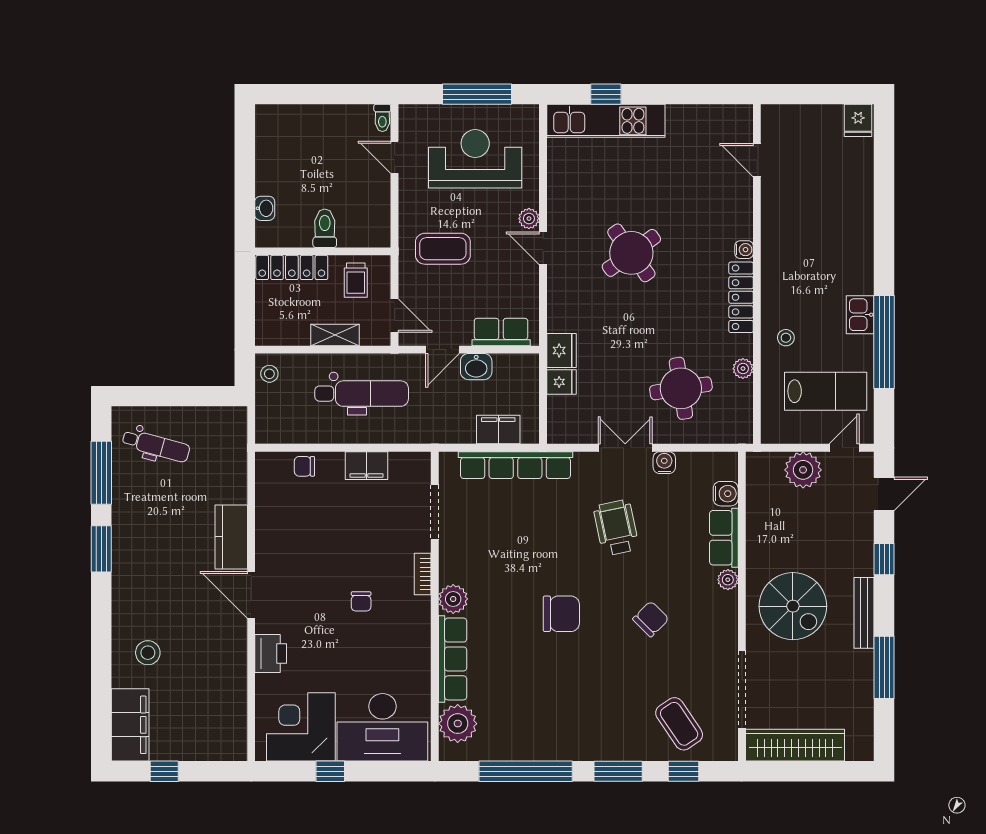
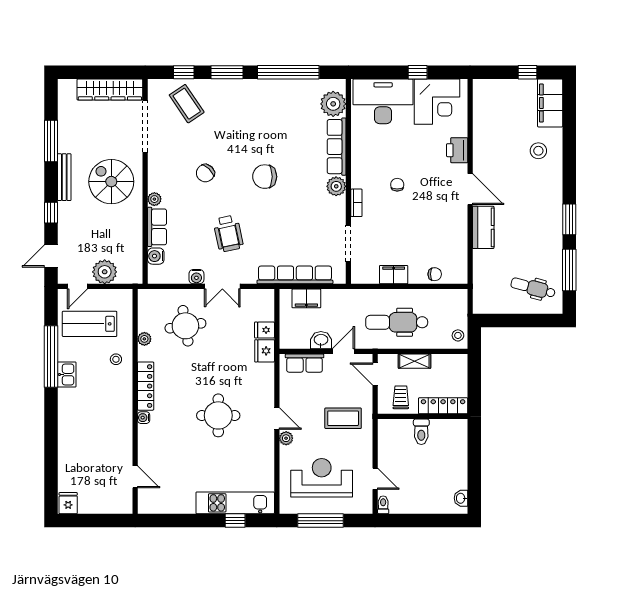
reception desk: (475, 159) -> (322, 478), turned 180
washbasin: (265, 208) -> (461, 498), moved
round table: (631, 253) -> (218, 415), turned 36

